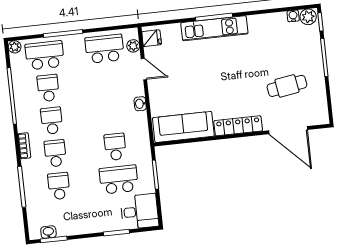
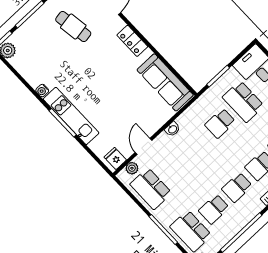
water cooler: (293, 16) -> (42, 91), moved
locker: (238, 126) -> (132, 41), width x0.66

